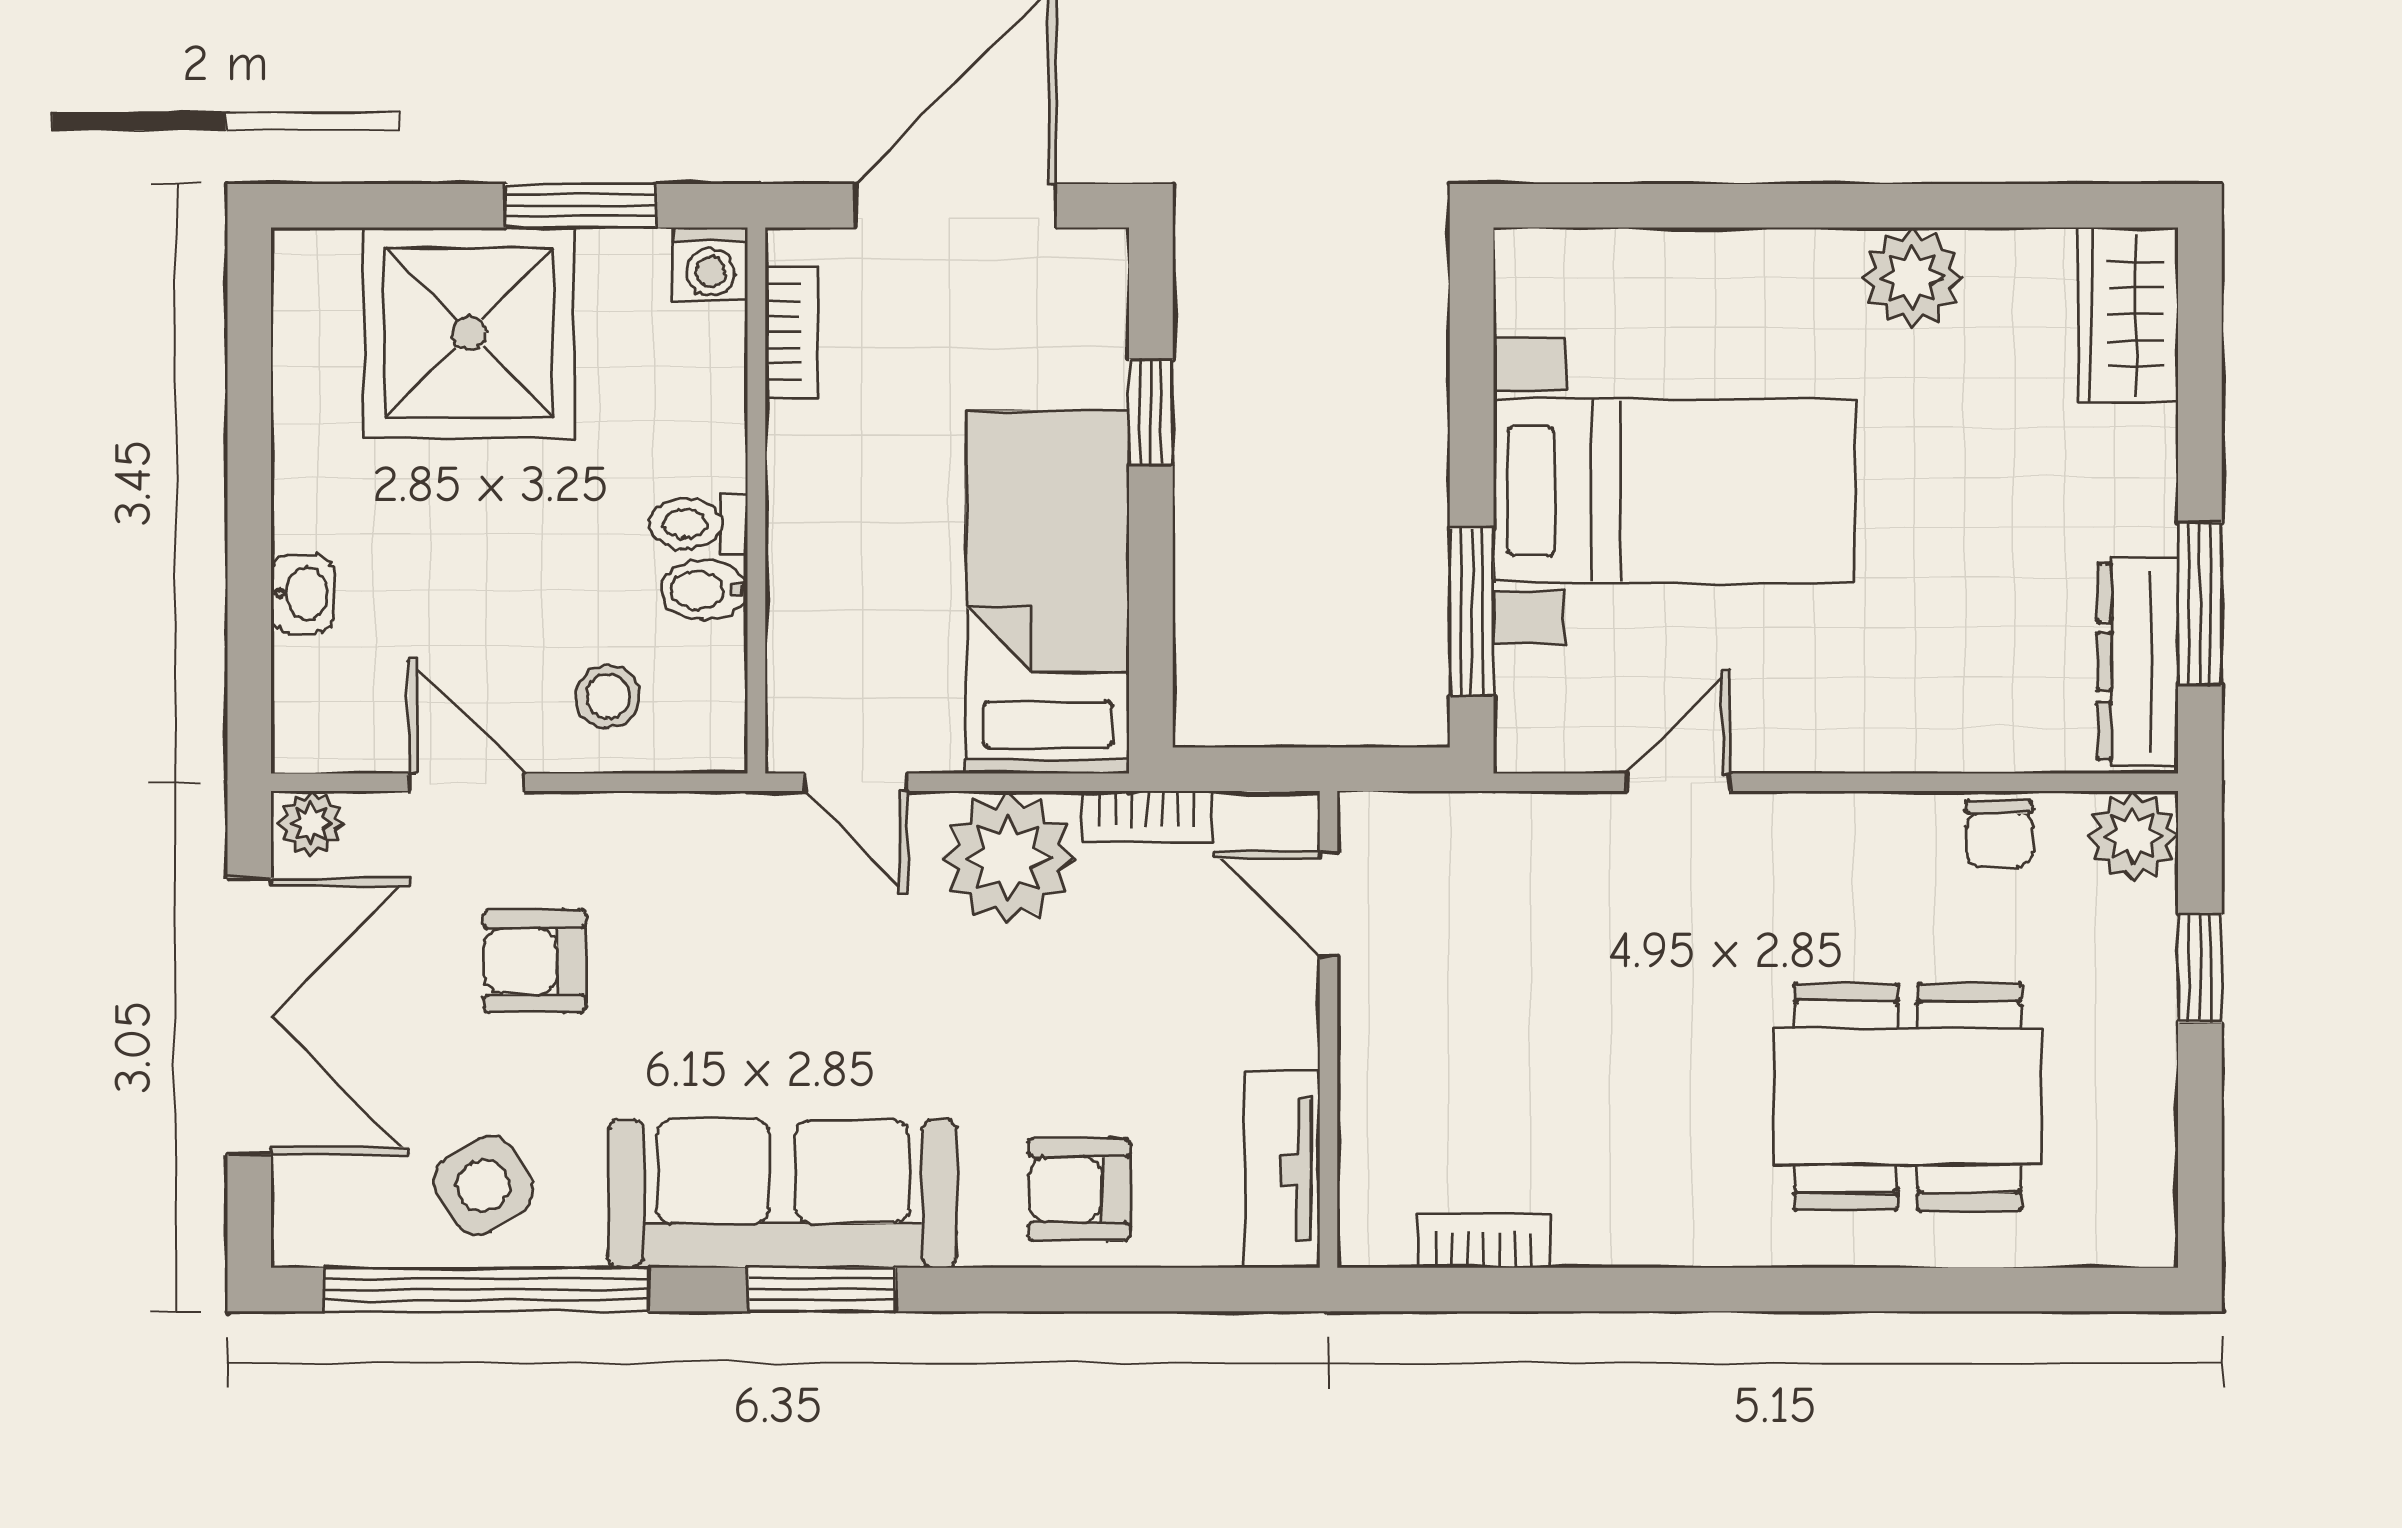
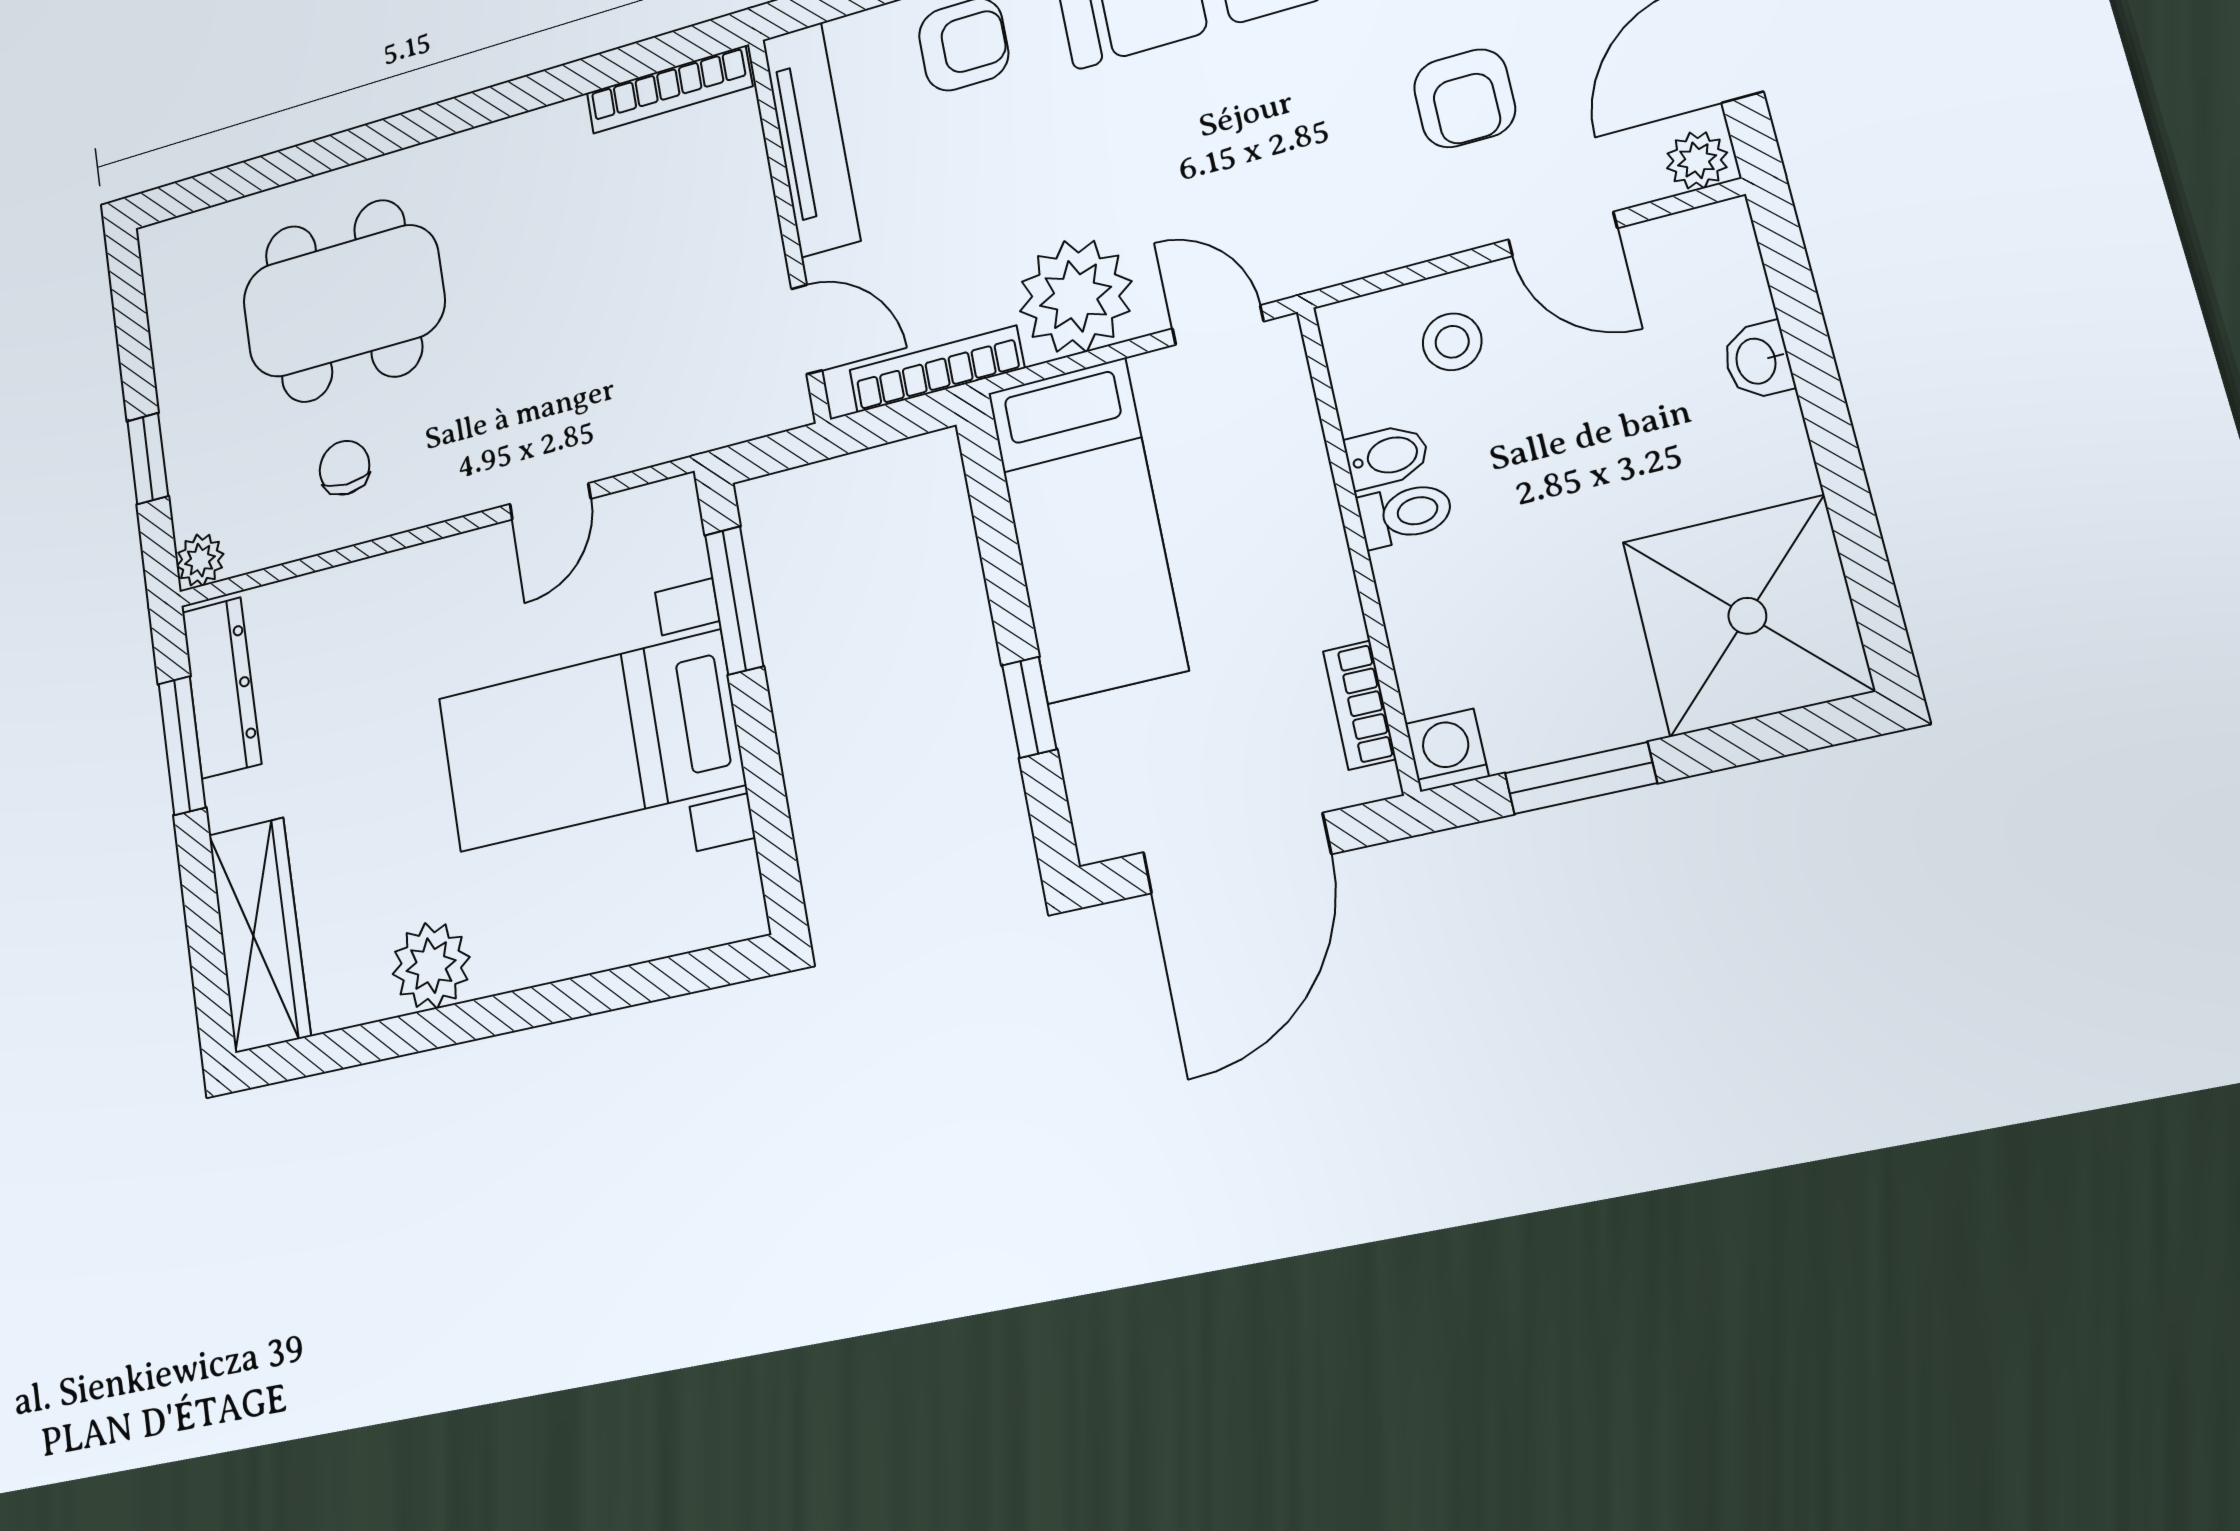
wardrobe: (2128, 314) -> (259, 935), width x1.50
shower: (469, 333) -> (1747, 616), moved
bookcase: (1147, 817) -> (937, 369), width x1.56
chair: (1999, 833) -> (345, 468), moved
plant: (2133, 836) -> (200, 560), width x0.73, depth x0.73
armchair: (535, 961) -> (1465, 98), turned 90
tv unit: (1282, 1169) -> (811, 139), width x1.41
bookcase: (1484, 1241) -> (669, 90), width x1.56

